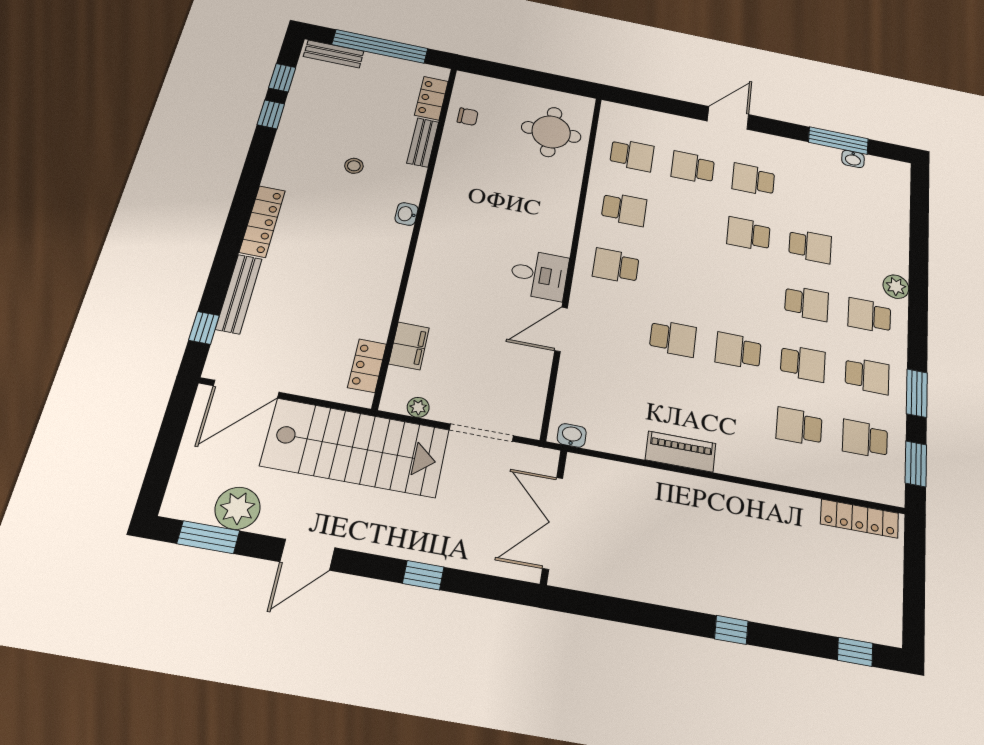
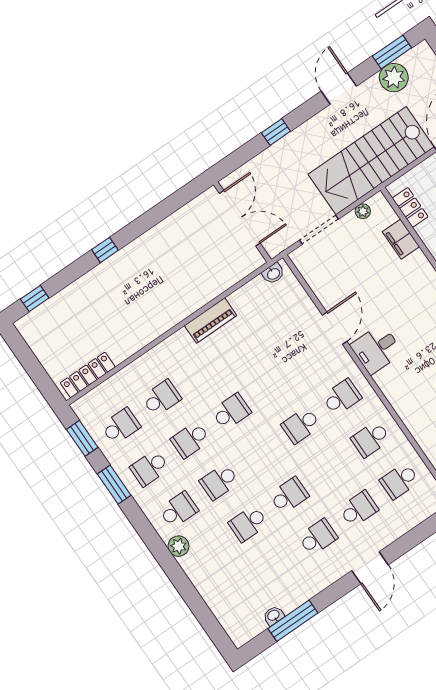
school desk: (673, 338) -> (301, 425), moved

